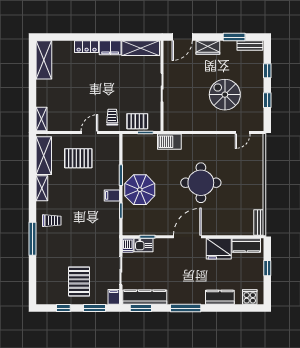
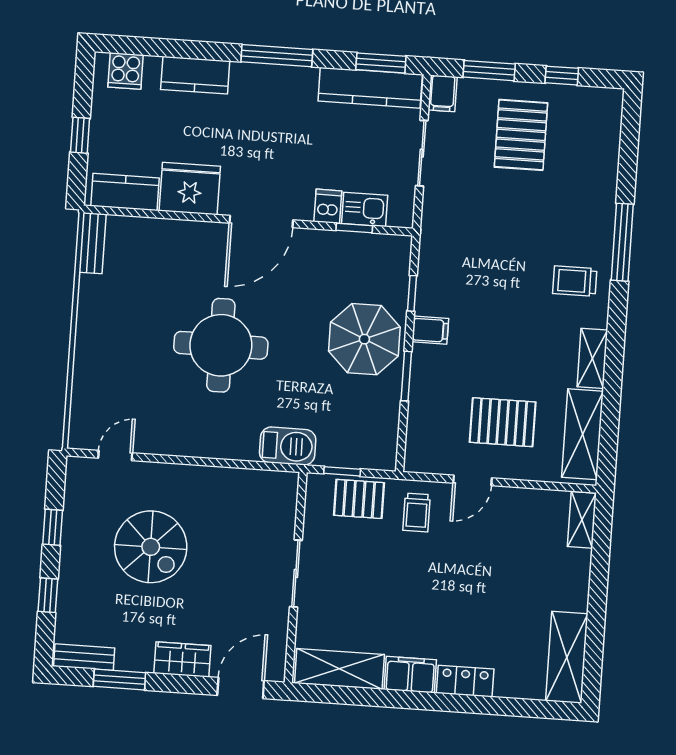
dishwasher: (128, 245) -> (328, 206), moved

